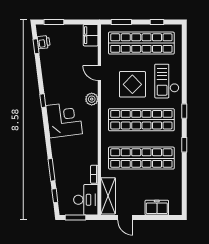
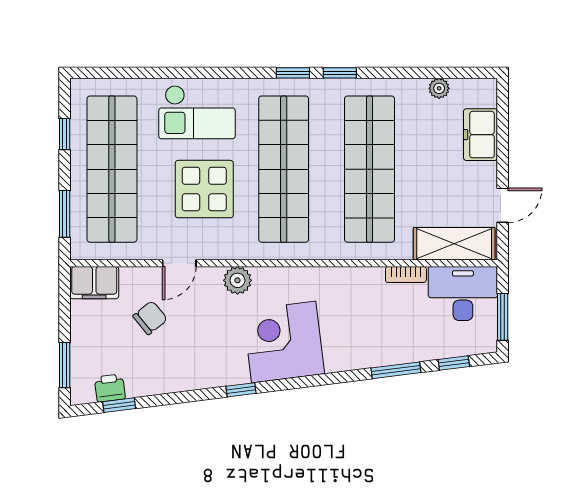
chair: (75, 60) -> (150, 318), added
window: (184, 111) -> (293, 73), moved
plant: (177, 189) -> (439, 88), added

